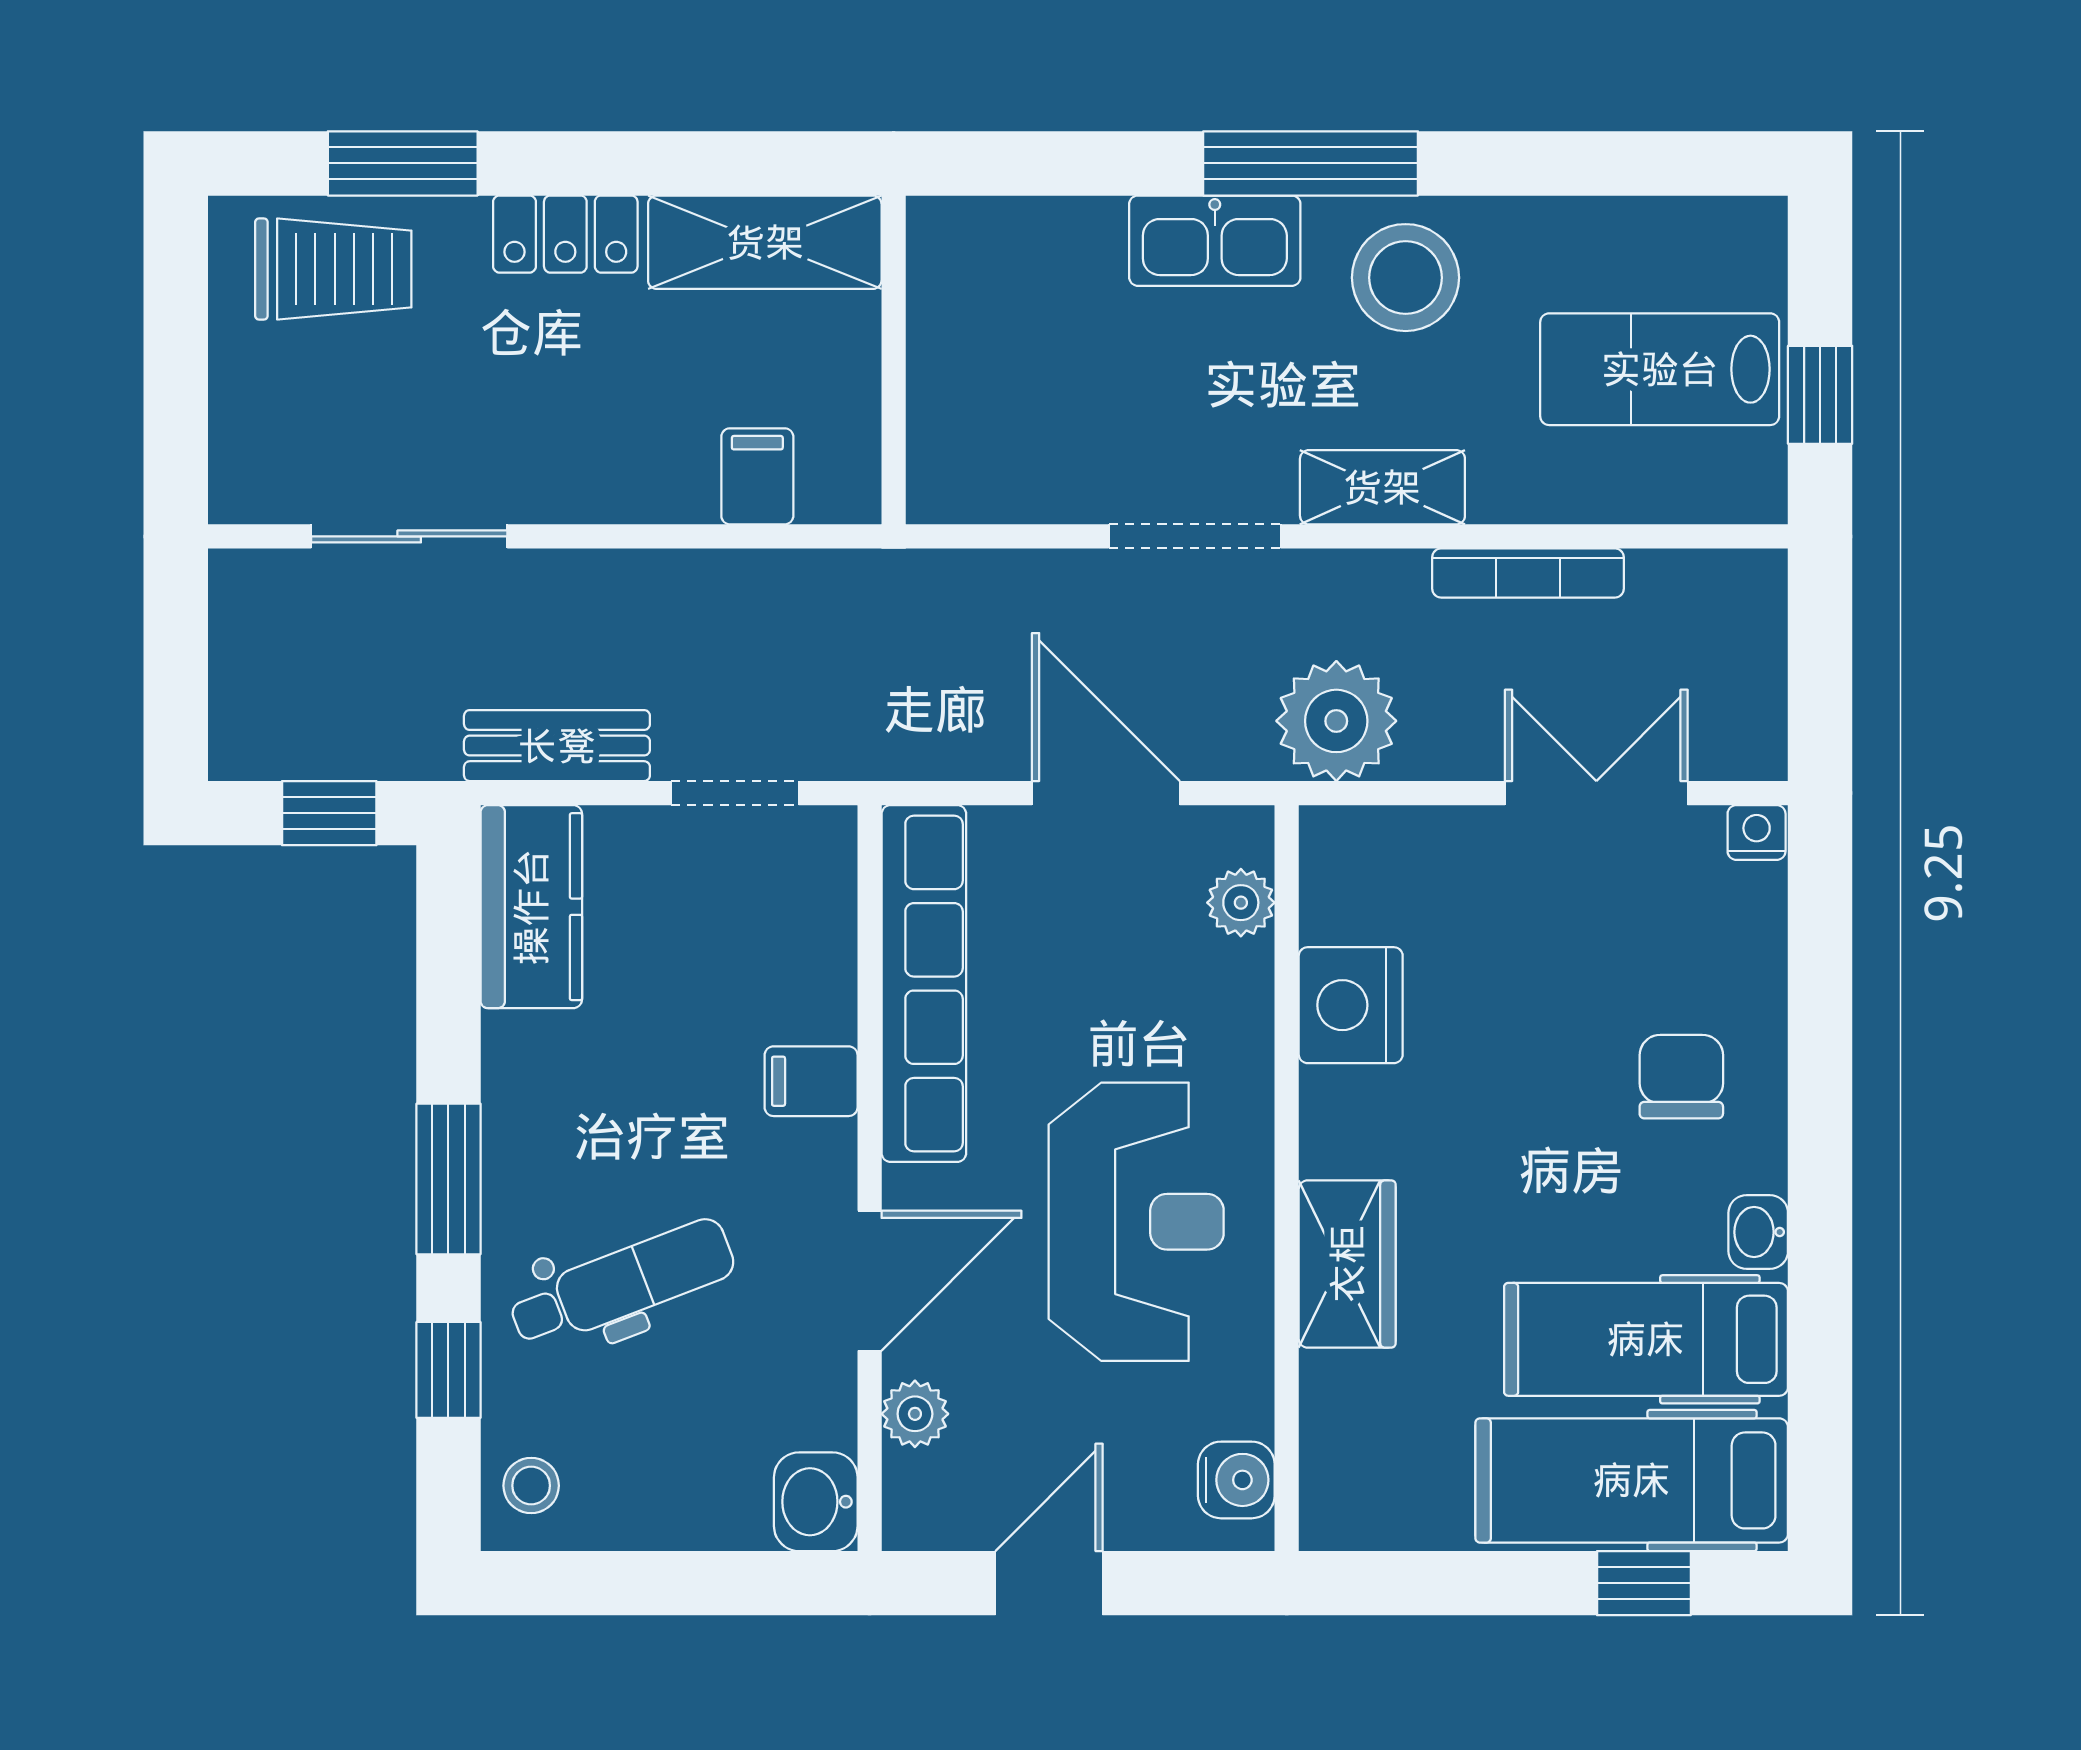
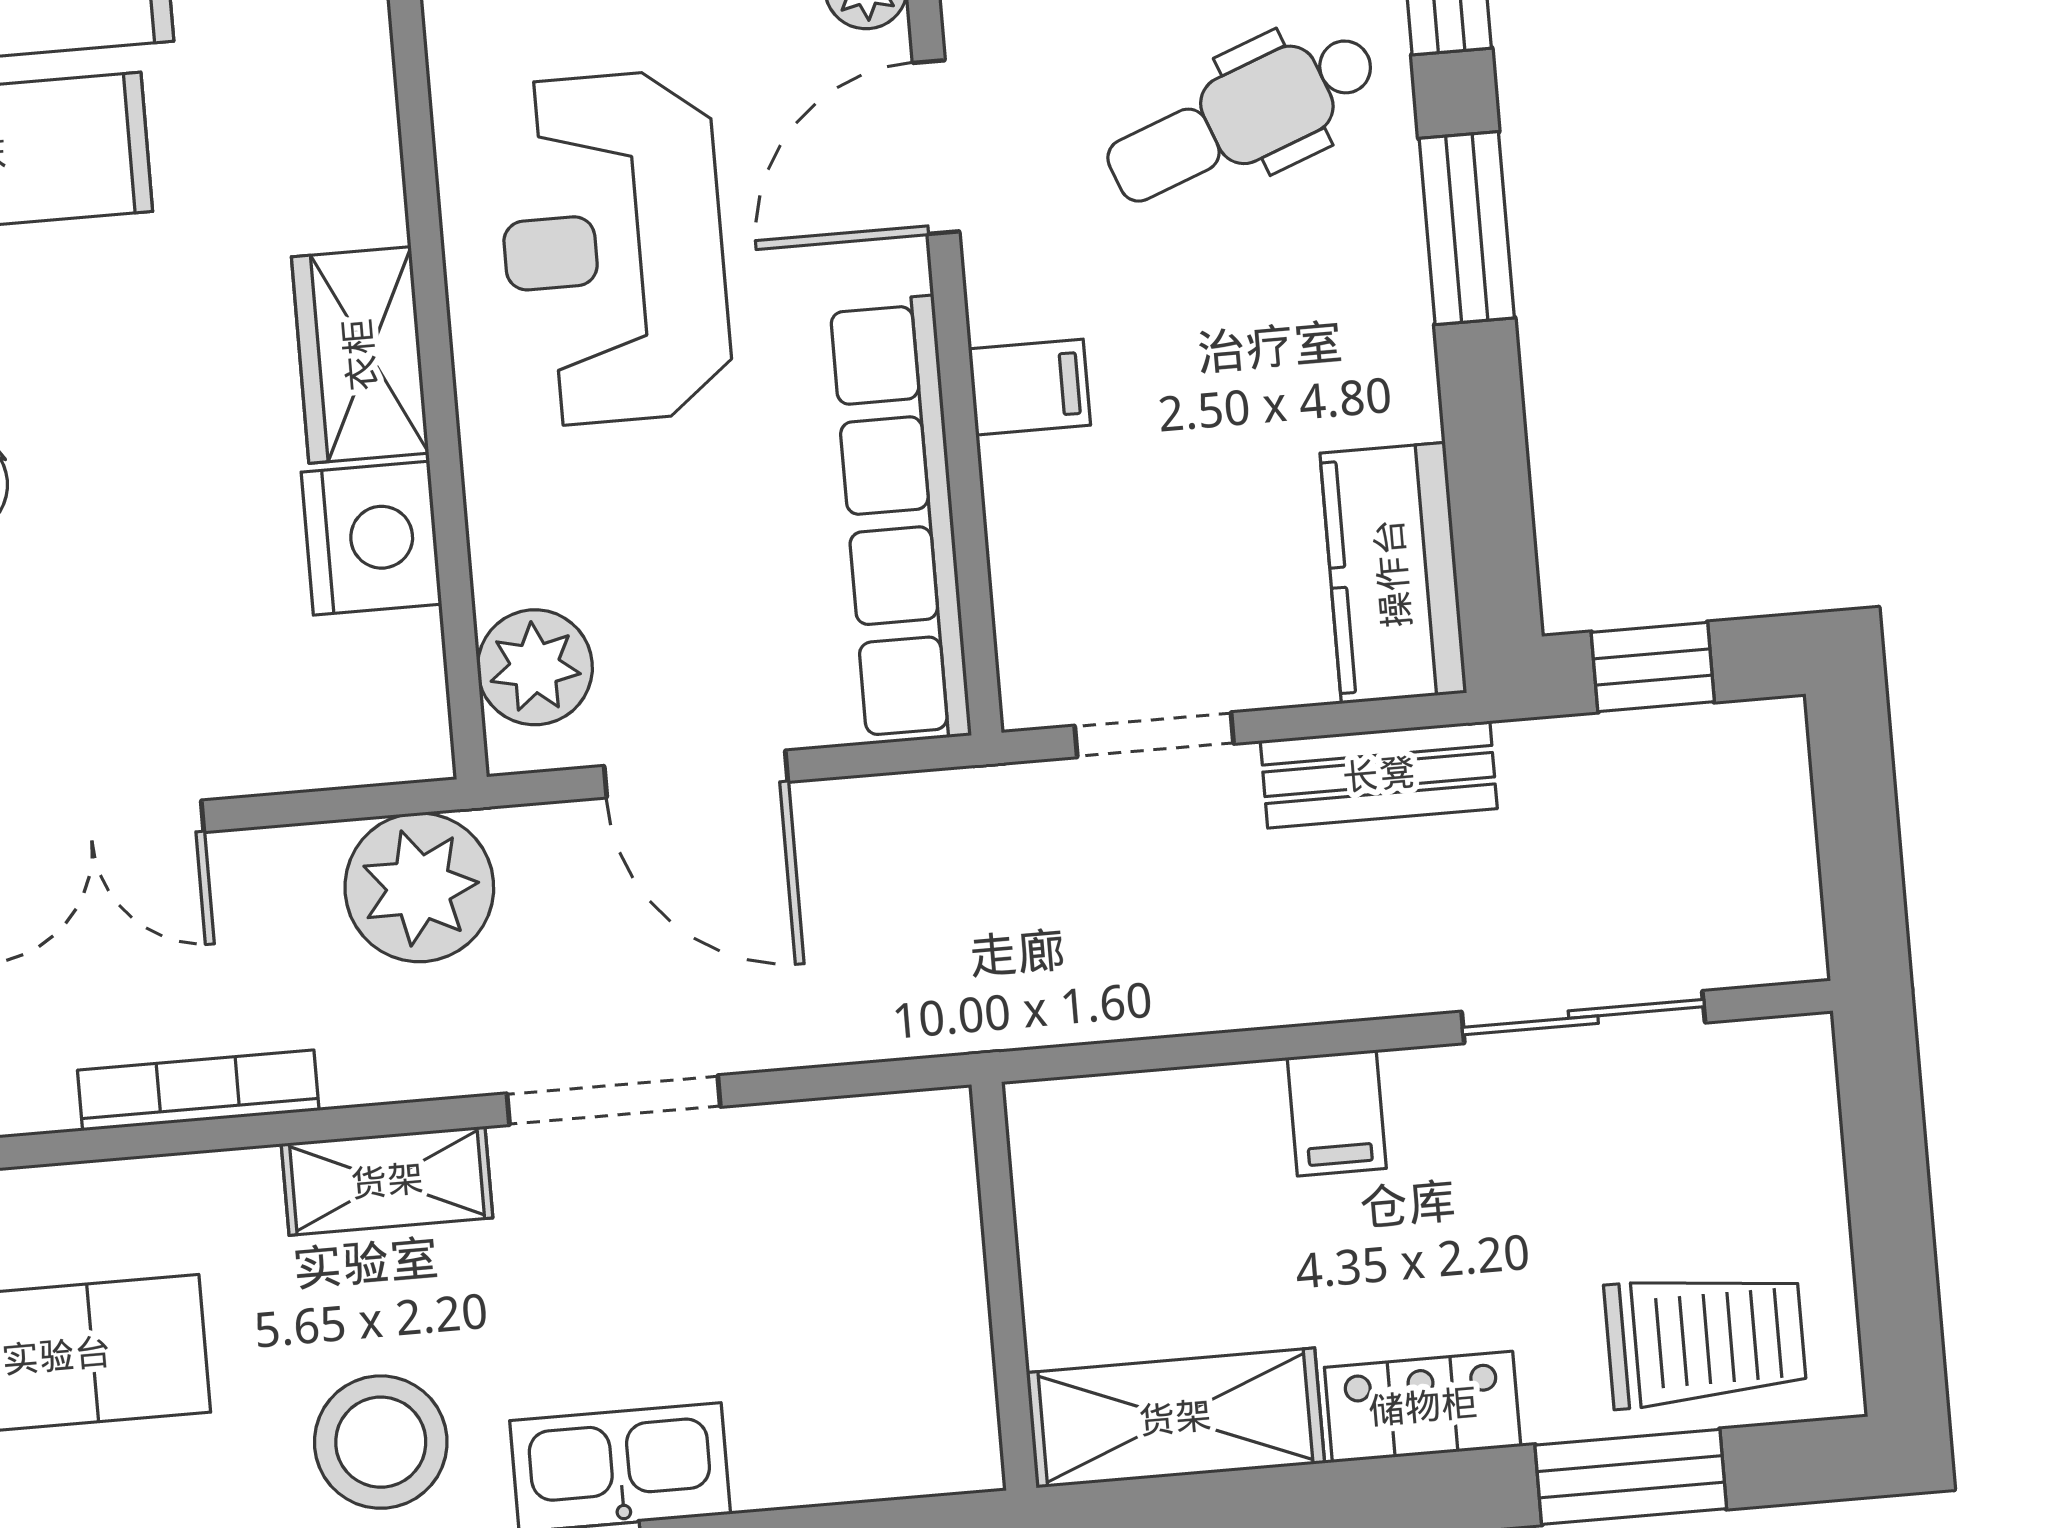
trolley: (333, 269) -> (1705, 1339), turned 180
filing cabinet: (757, 476) -> (1337, 1113), moved
plant: (1241, 903) -> (535, 667), width x1.38, depth x1.38
wardrobe: (1347, 1264) -> (360, 355), moved

